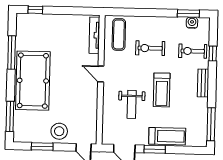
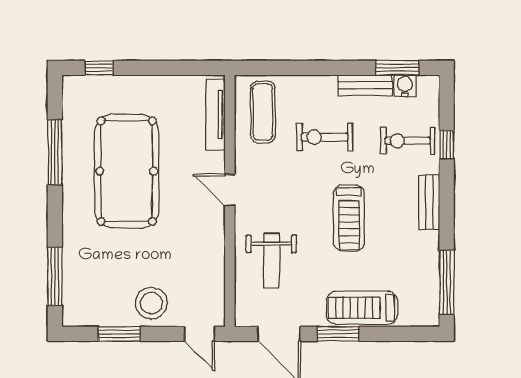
bench: (172, 22) -> (365, 85), added
pool table: (33, 81) -> (127, 171), moved
weight bench: (132, 104) -> (271, 260), moved
treadmill: (167, 136) -> (362, 308), turned 180

